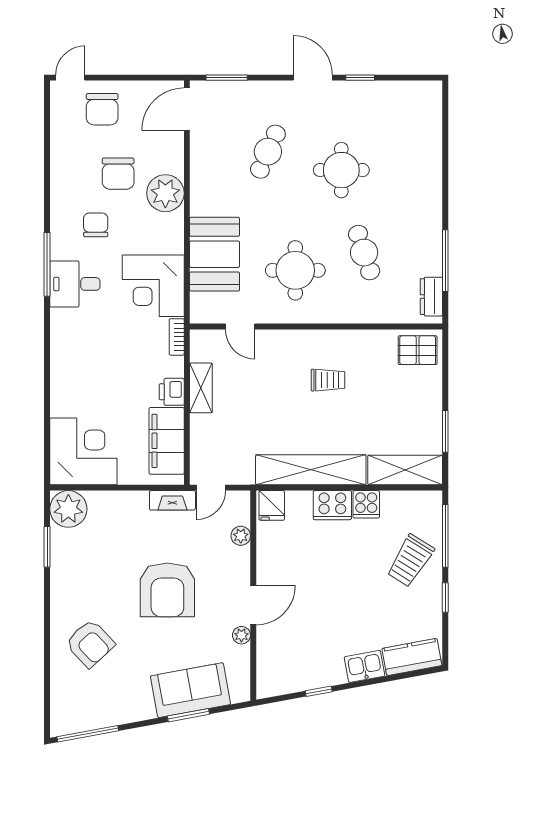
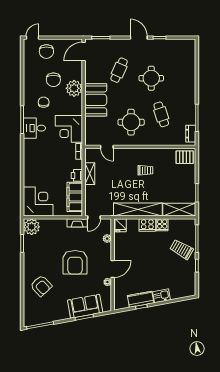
booth: (215, 254) -> (96, 100), moved
trolley: (410, 561) -> (181, 249), turned 88
kitchen counter: (412, 657) -> (141, 299), moved

